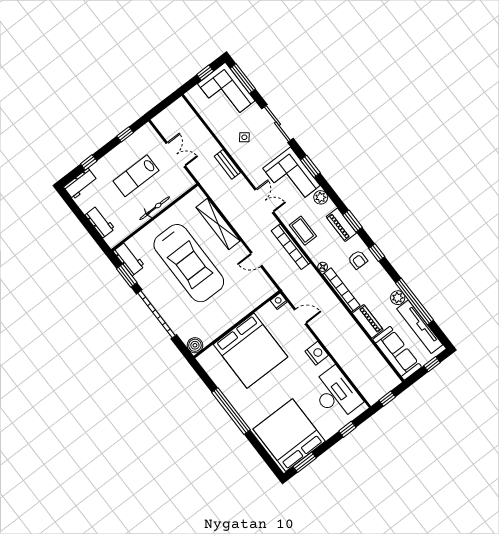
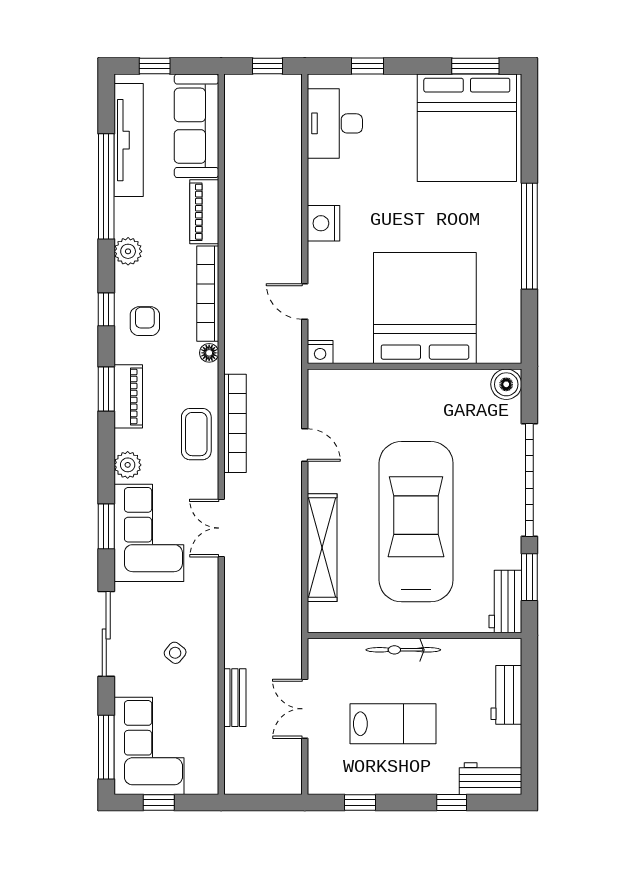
bench: (227, 164) -> (235, 698), moved
plant: (398, 298) -> (128, 251), moved
desk: (336, 394) -> (335, 123), width x0.73, depth x0.77

